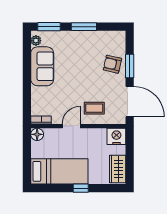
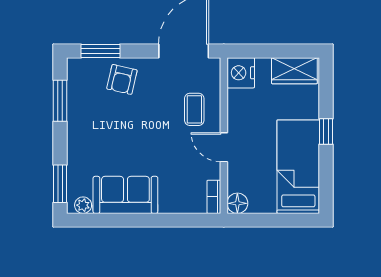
window: (84, 27) -> (60, 101), moved
window: (130, 66) -> (100, 51), moved

